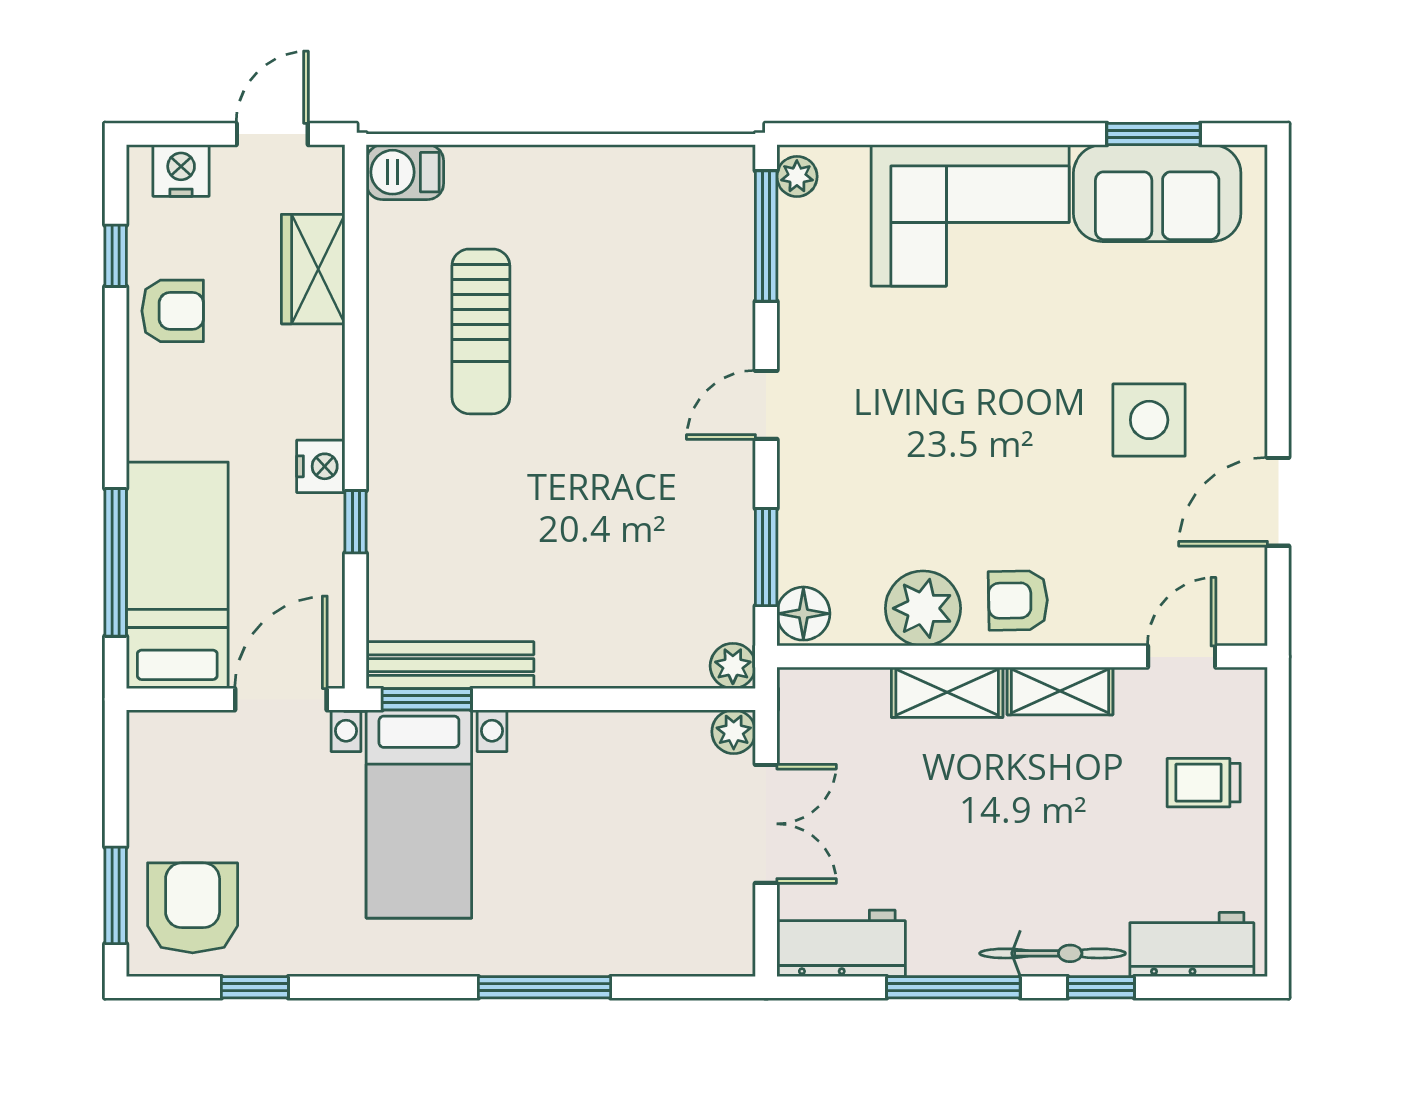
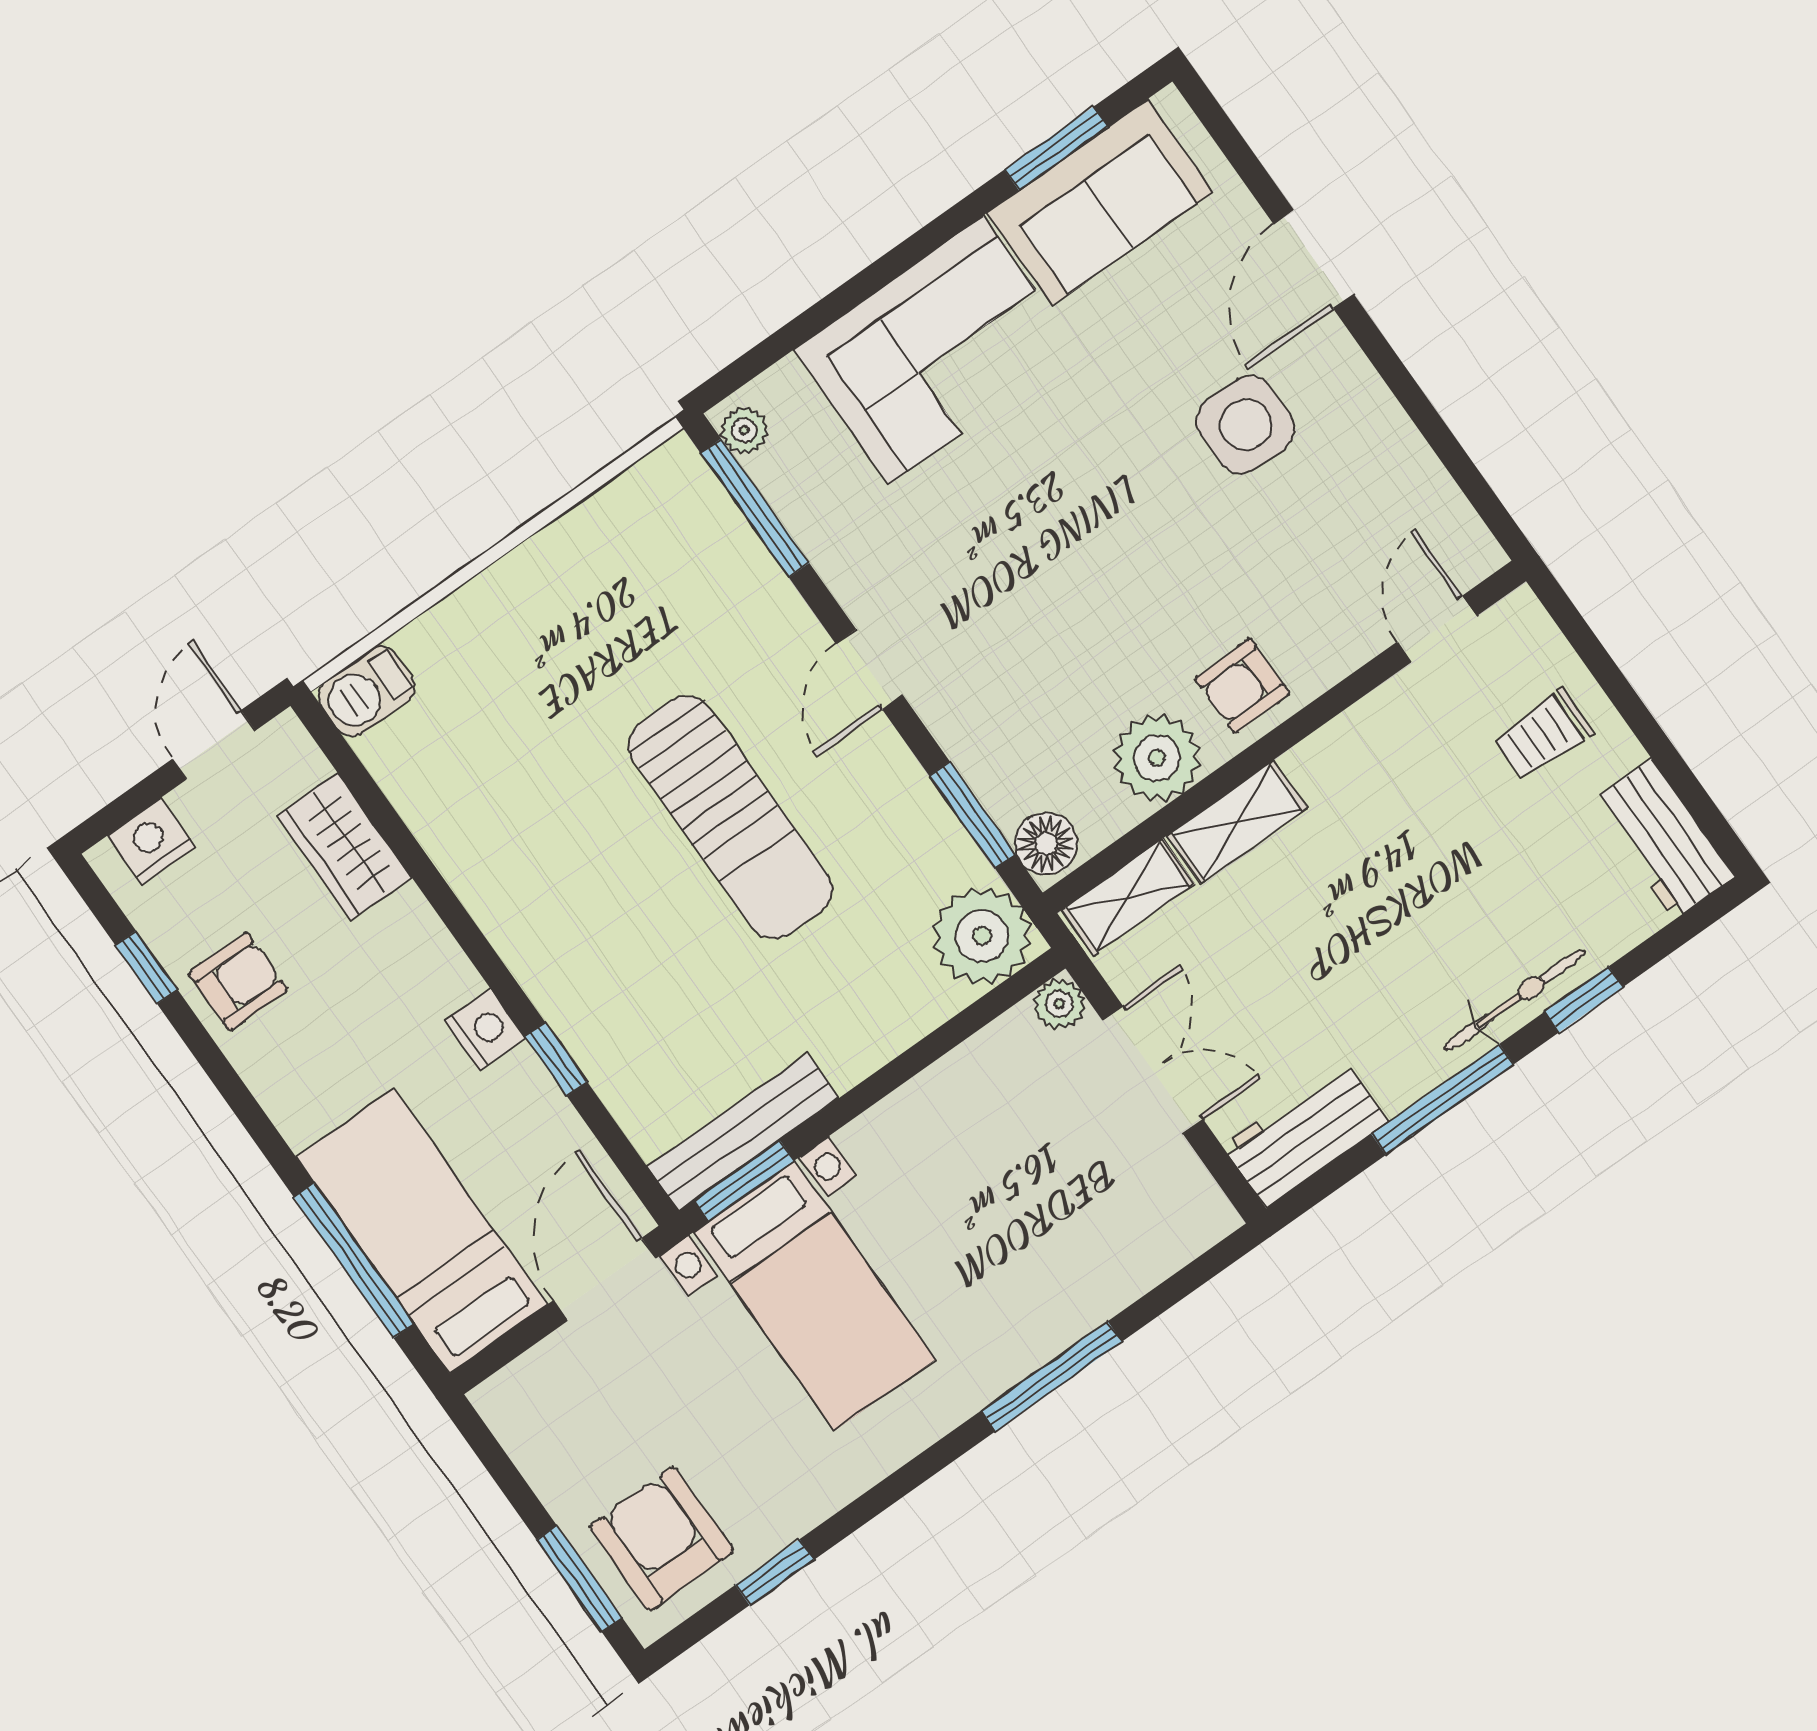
sun lounger: (481, 331) -> (731, 817), moved, width x1.36, depth x1.34
door: (1278, 502) -> (1314, 259), moved
plant: (733, 666) -> (982, 936), width x1.87, depth x1.87
shelving: (1060, 691) -> (1128, 897), moved
workbench: (1192, 944) -> (1663, 839), moved, turned -90

